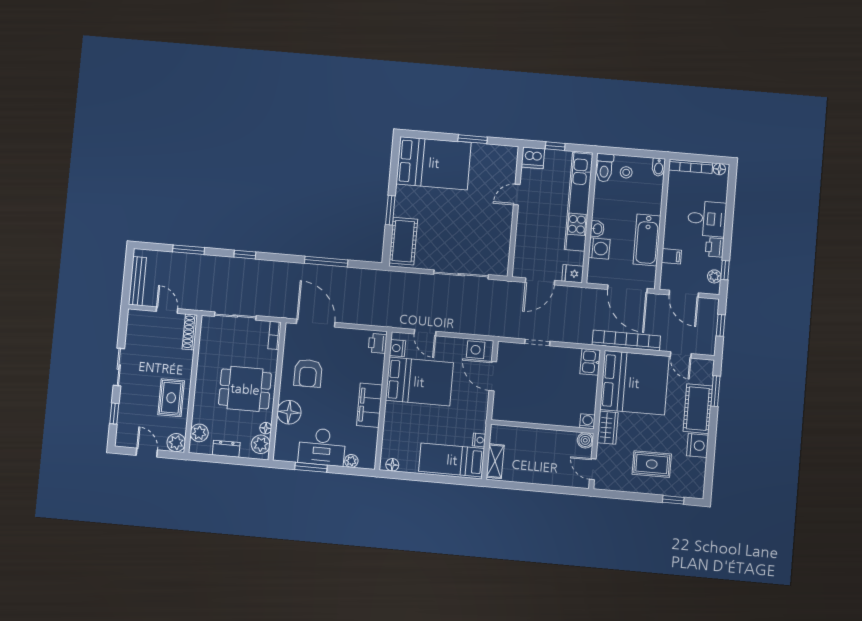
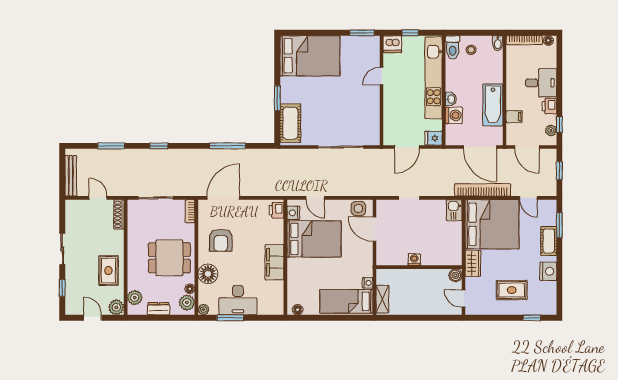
window: (473, 139) -> (362, 33), moved
door: (316, 323) -> (223, 198), hinge flipped
cot: (698, 409) -> (549, 241), width x0.73, depth x0.75
washing machine: (587, 421) -> (414, 260), moved
plant: (351, 461) -> (203, 310), moved

